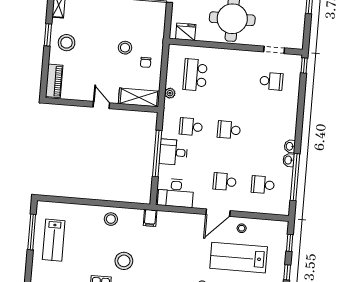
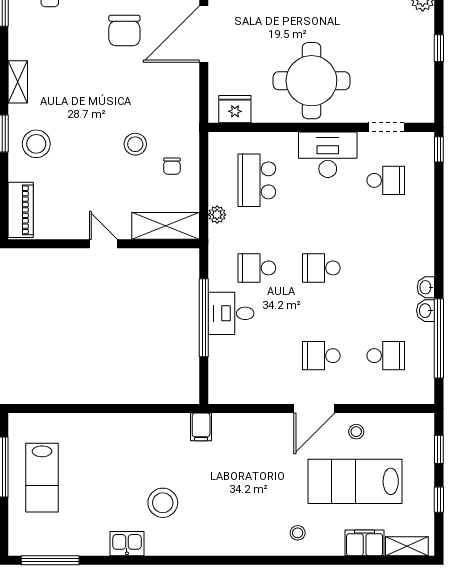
school desk: (263, 185) -> (386, 356), turned 180
desk: (176, 193) -> (328, 155), moved, turned 180
stool: (111, 219) -> (135, 434), removed

